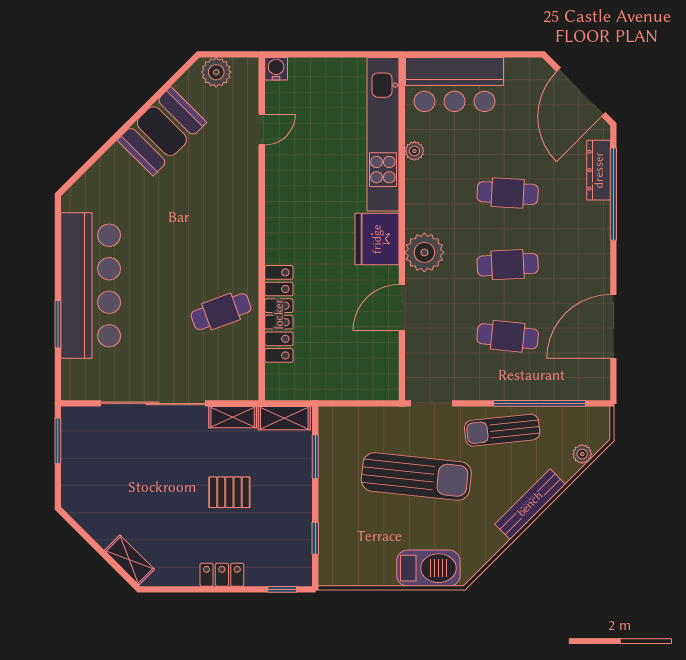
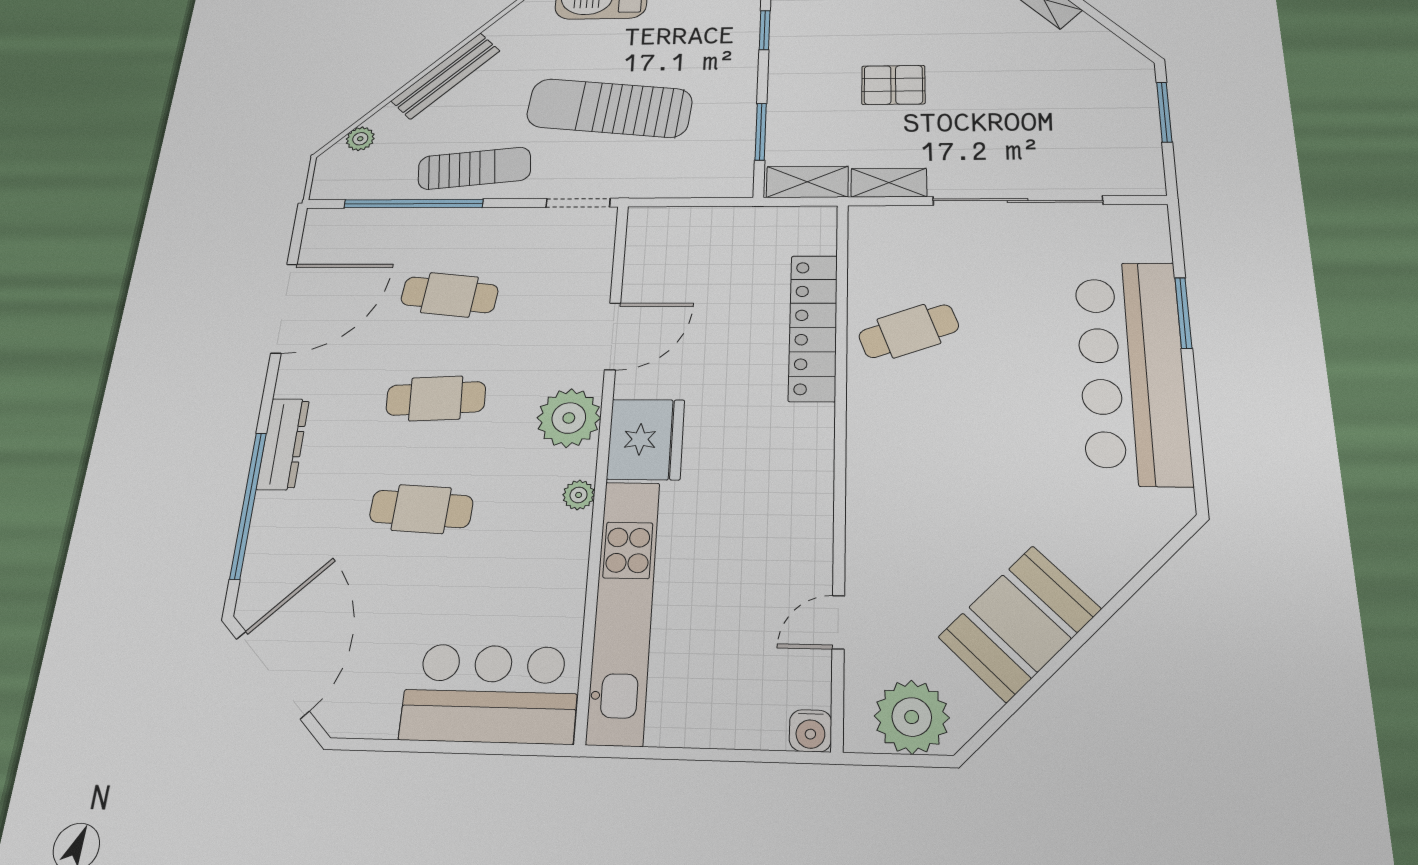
plant: (216, 72) -> (912, 717), width x1.36, depth x1.36
plant: (414, 151) -> (579, 495), moved
dresser: (599, 170) -> (283, 444), moved
window: (58, 441) -> (1164, 112), moved

